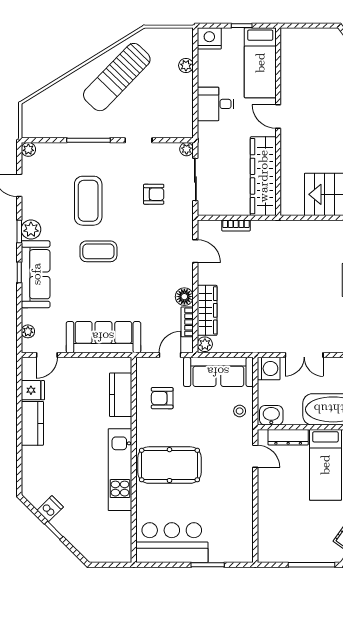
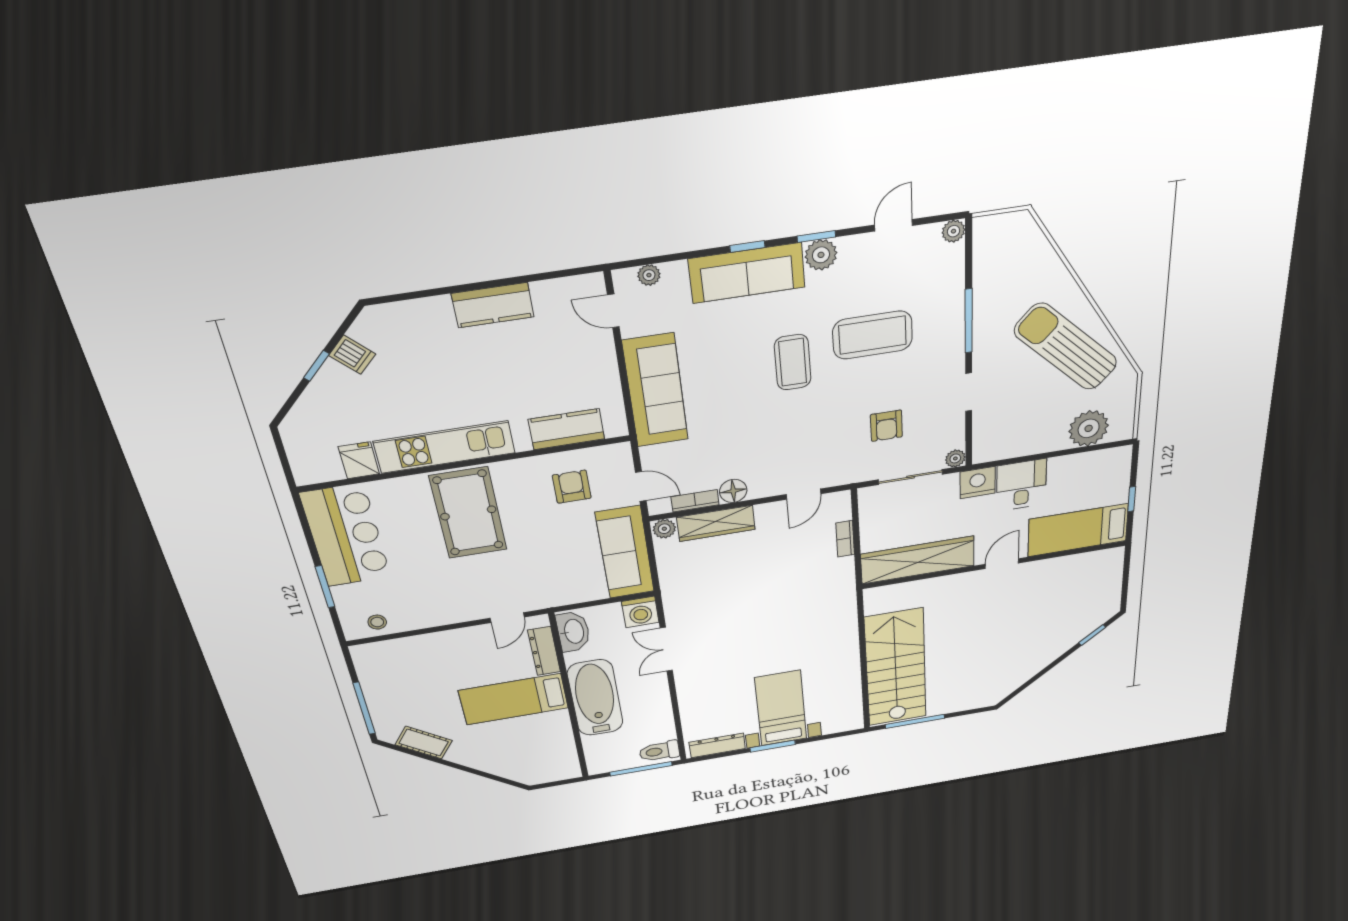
nightstand: (209, 38) -> (978, 483), moved, turned -90
plant: (186, 65) -> (1089, 428), width x1.88, depth x1.88
fridge: (33, 390) -> (359, 460), moved, turned 180
stool: (240, 411) -> (377, 622), moved
washbasin: (271, 415) -> (573, 632), width x1.38

